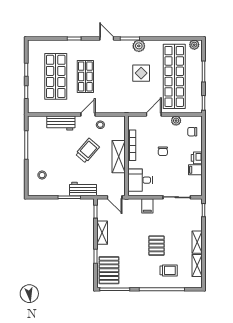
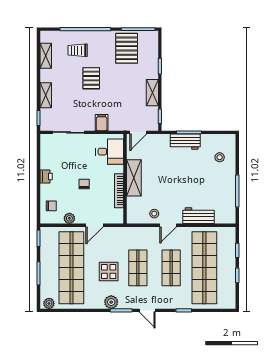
shop shelf: (56, 76) -> (204, 268), width x1.40
shop shelf: (115, 76) -> (138, 268), added
trolley: (87, 150) -> (169, 185), removed
filing cabinet: (195, 170) -> (48, 163), removed
workbench: (83, 189) -> (185, 142), moved
door: (115, 197) -> (138, 132), swing flipped
shelving: (197, 242) -> (46, 95), moved
pallet: (109, 270) -> (127, 48), moved

